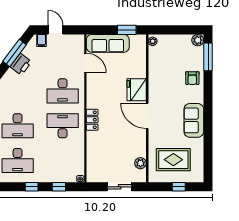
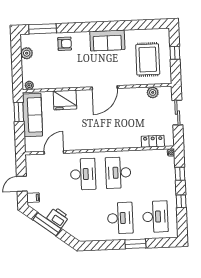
plant: (198, 40) -> (27, 53), moved
sofa: (108, 43) -> (32, 115), moved
fridge: (137, 90) -> (65, 100), moved
locker: (92, 120) -> (153, 141), moved

